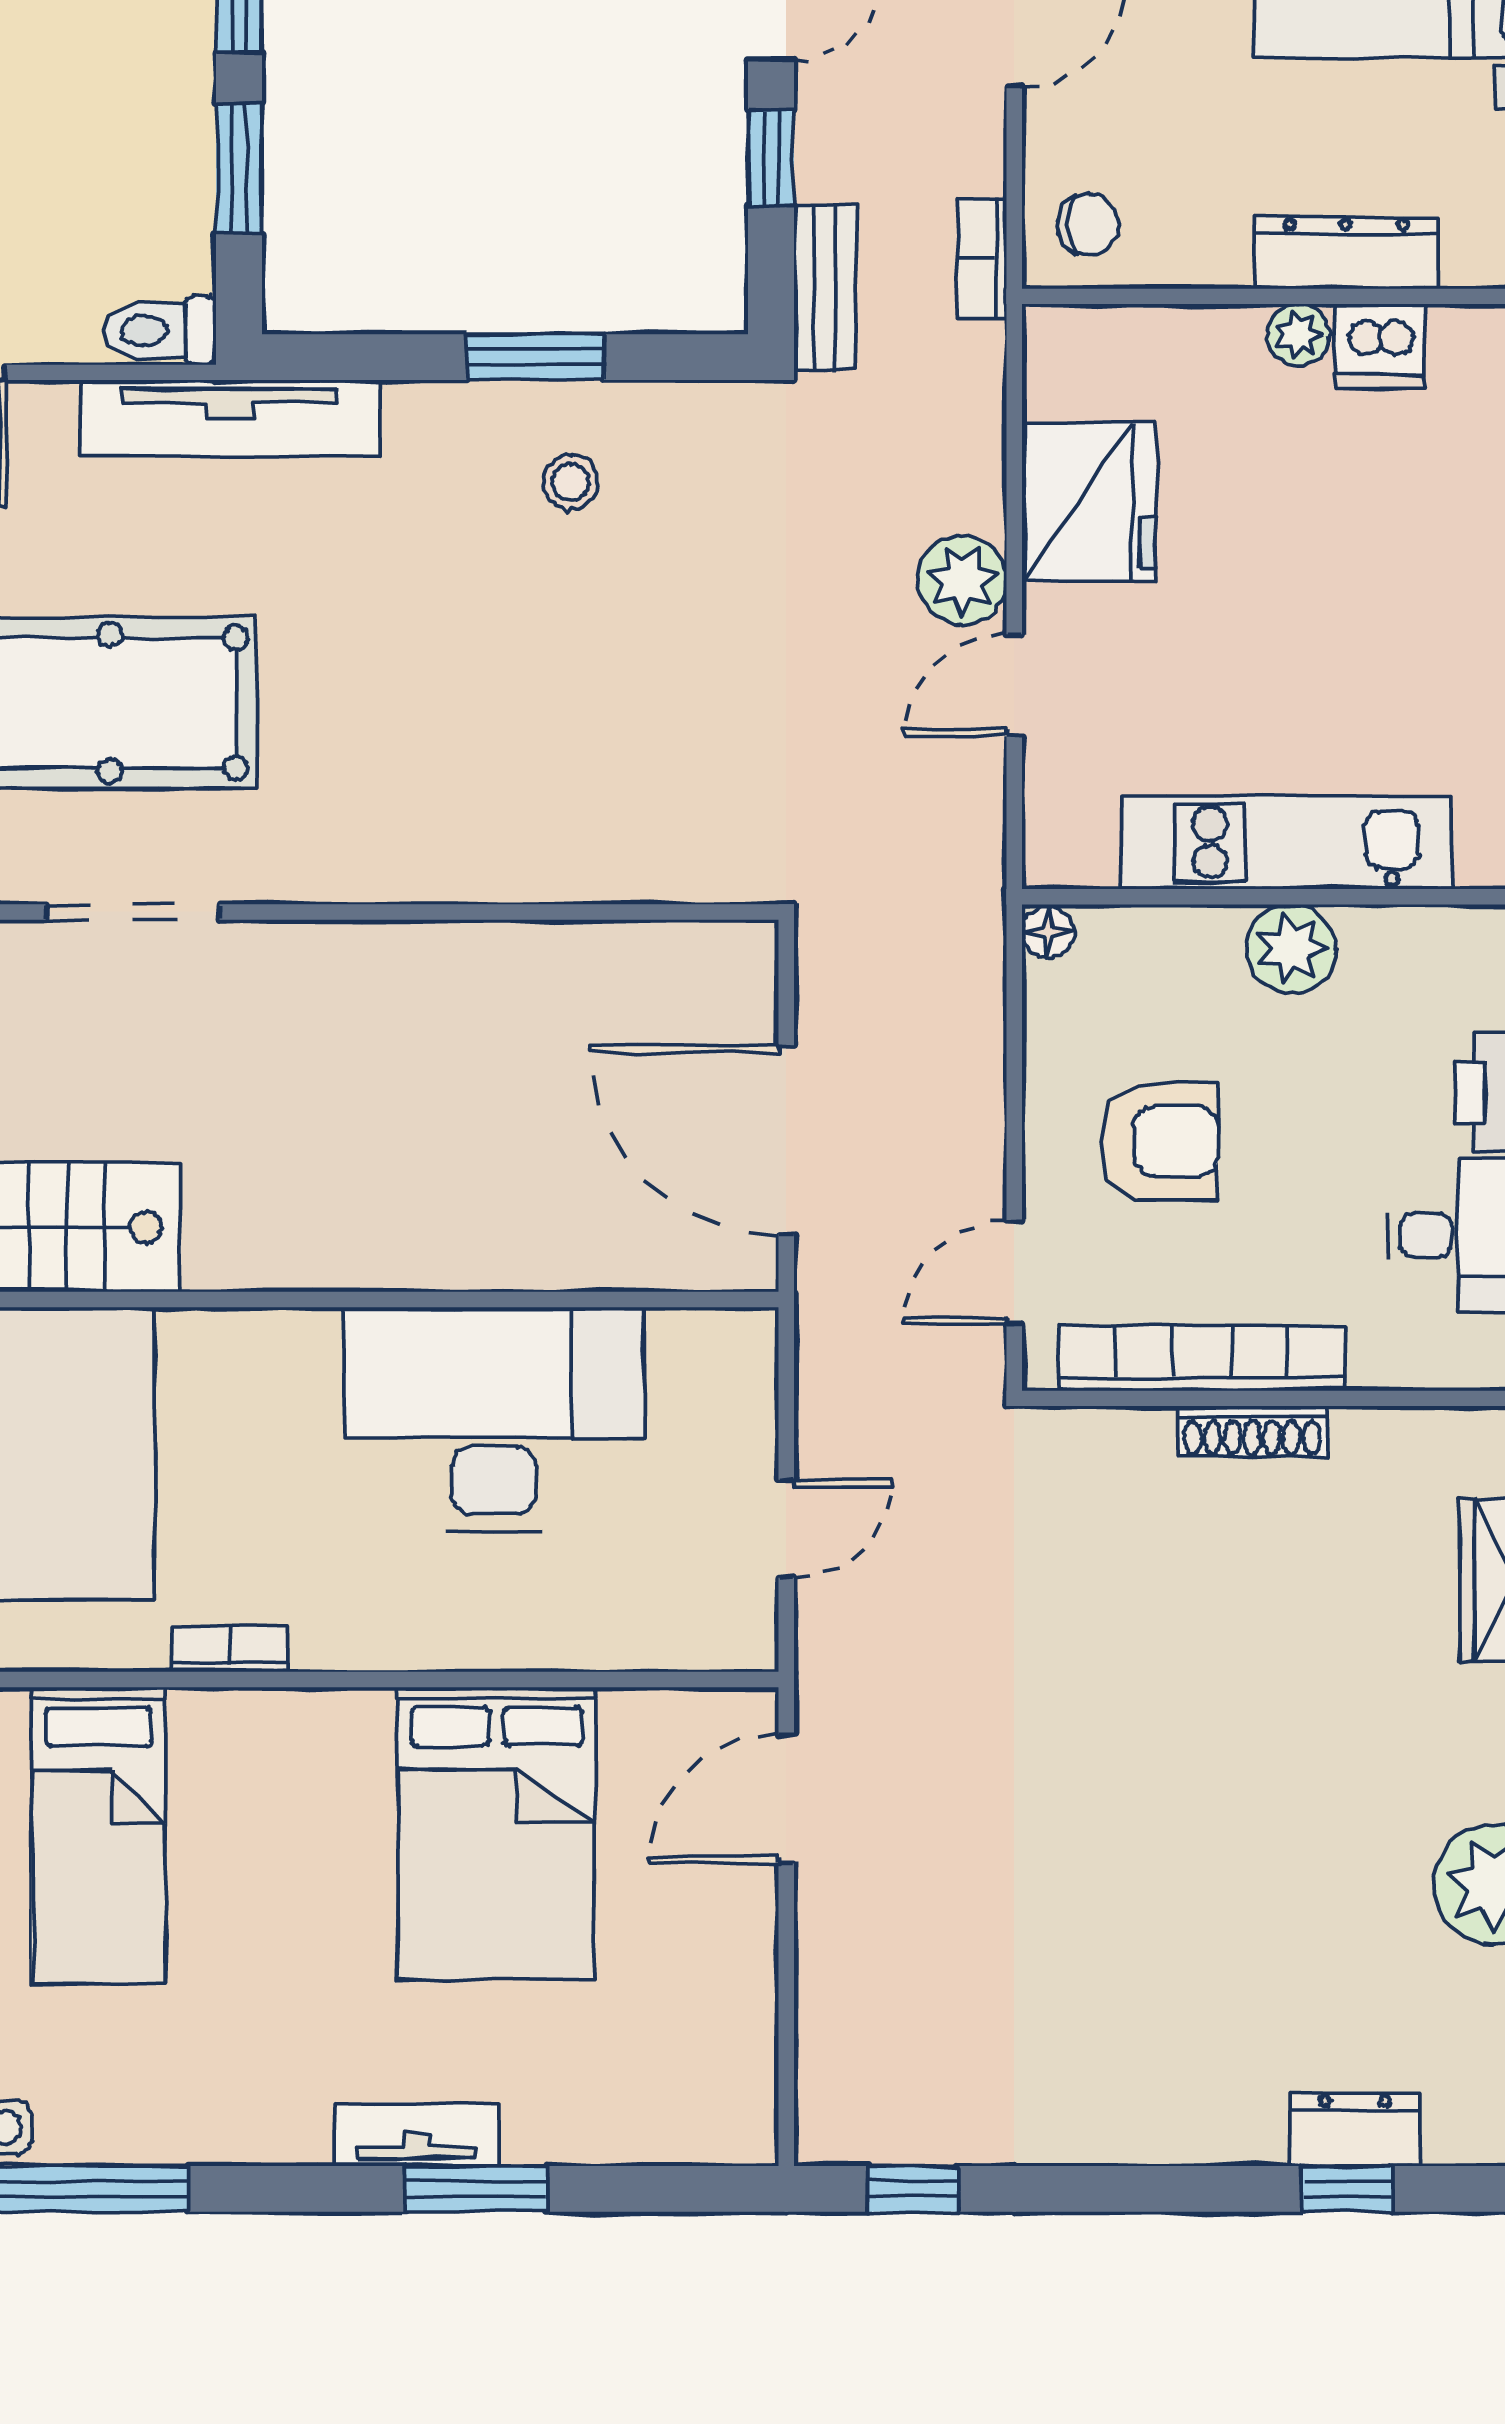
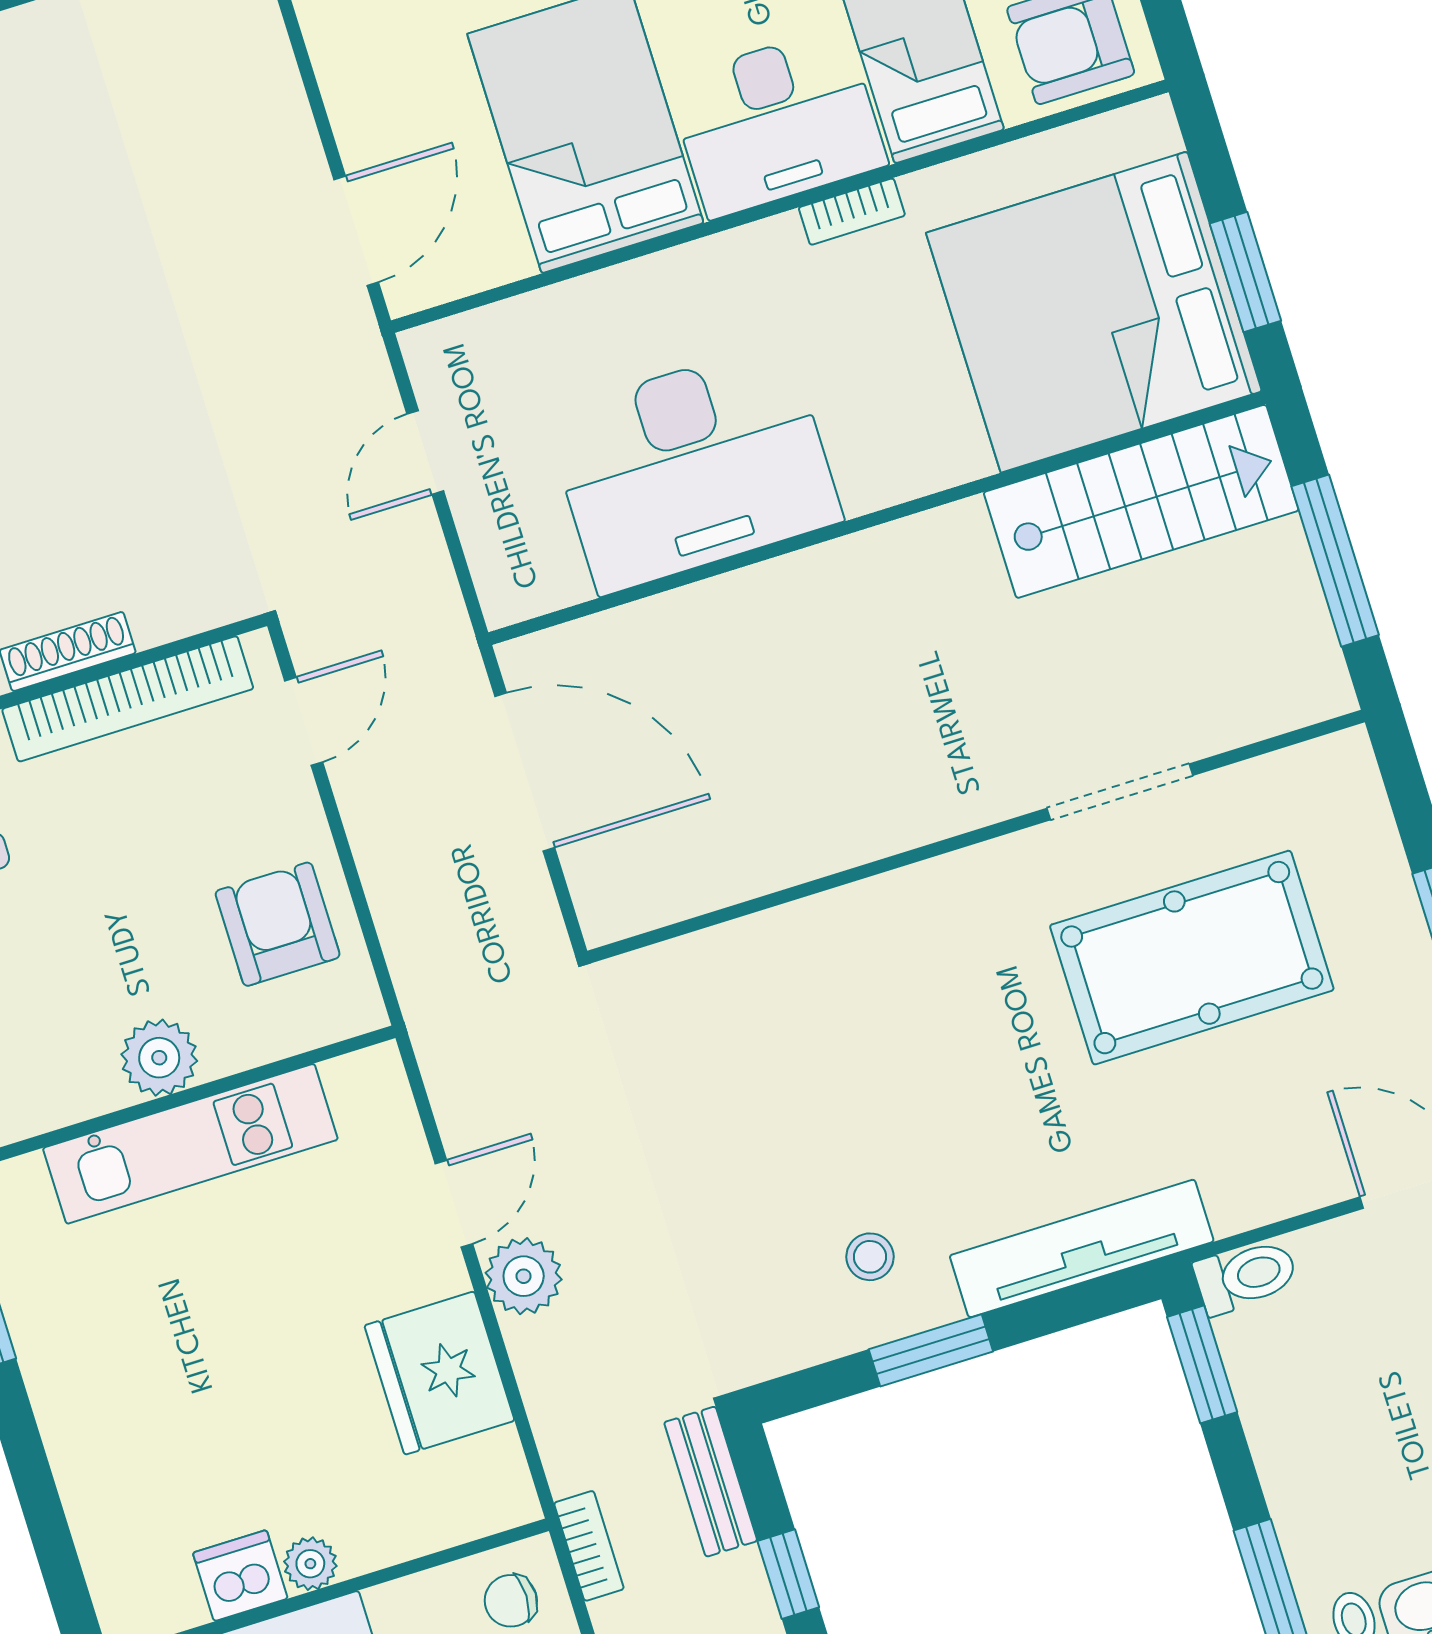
window: (239, 169) -> (1202, 1364), moved
tv unit: (230, 418) -> (1082, 1248), moved
floor lamp: (1048, 932) -> (363, 1009), removed
armchair: (1160, 1141) -> (278, 924), moved, turned 90
desk: (282, 1774) -> (777, 122), added

